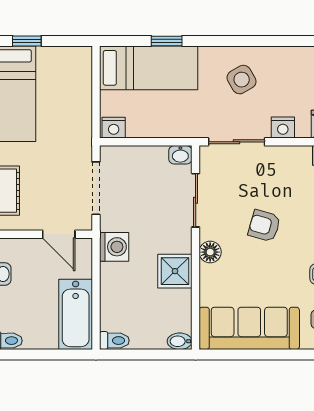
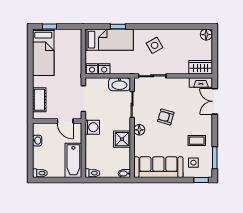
nightstand: (283, 128) -> (104, 69), moved
washbasin: (180, 155) -> (119, 84), width x1.91, depth x1.45

